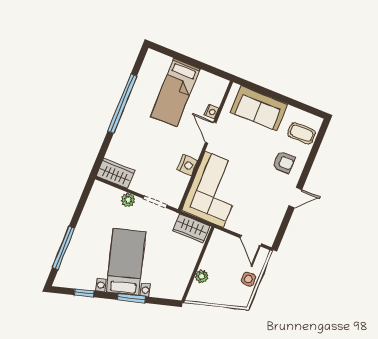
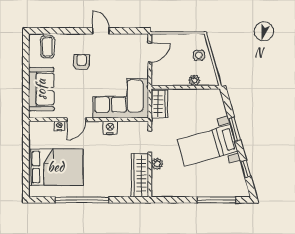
bed: (175, 92) -> (56, 167), width x1.50
armchair: (284, 162) -> (82, 62), moved
wardrobe: (116, 173) -> (140, 175), width x1.50
side table: (248, 279) -> (199, 55), moved

